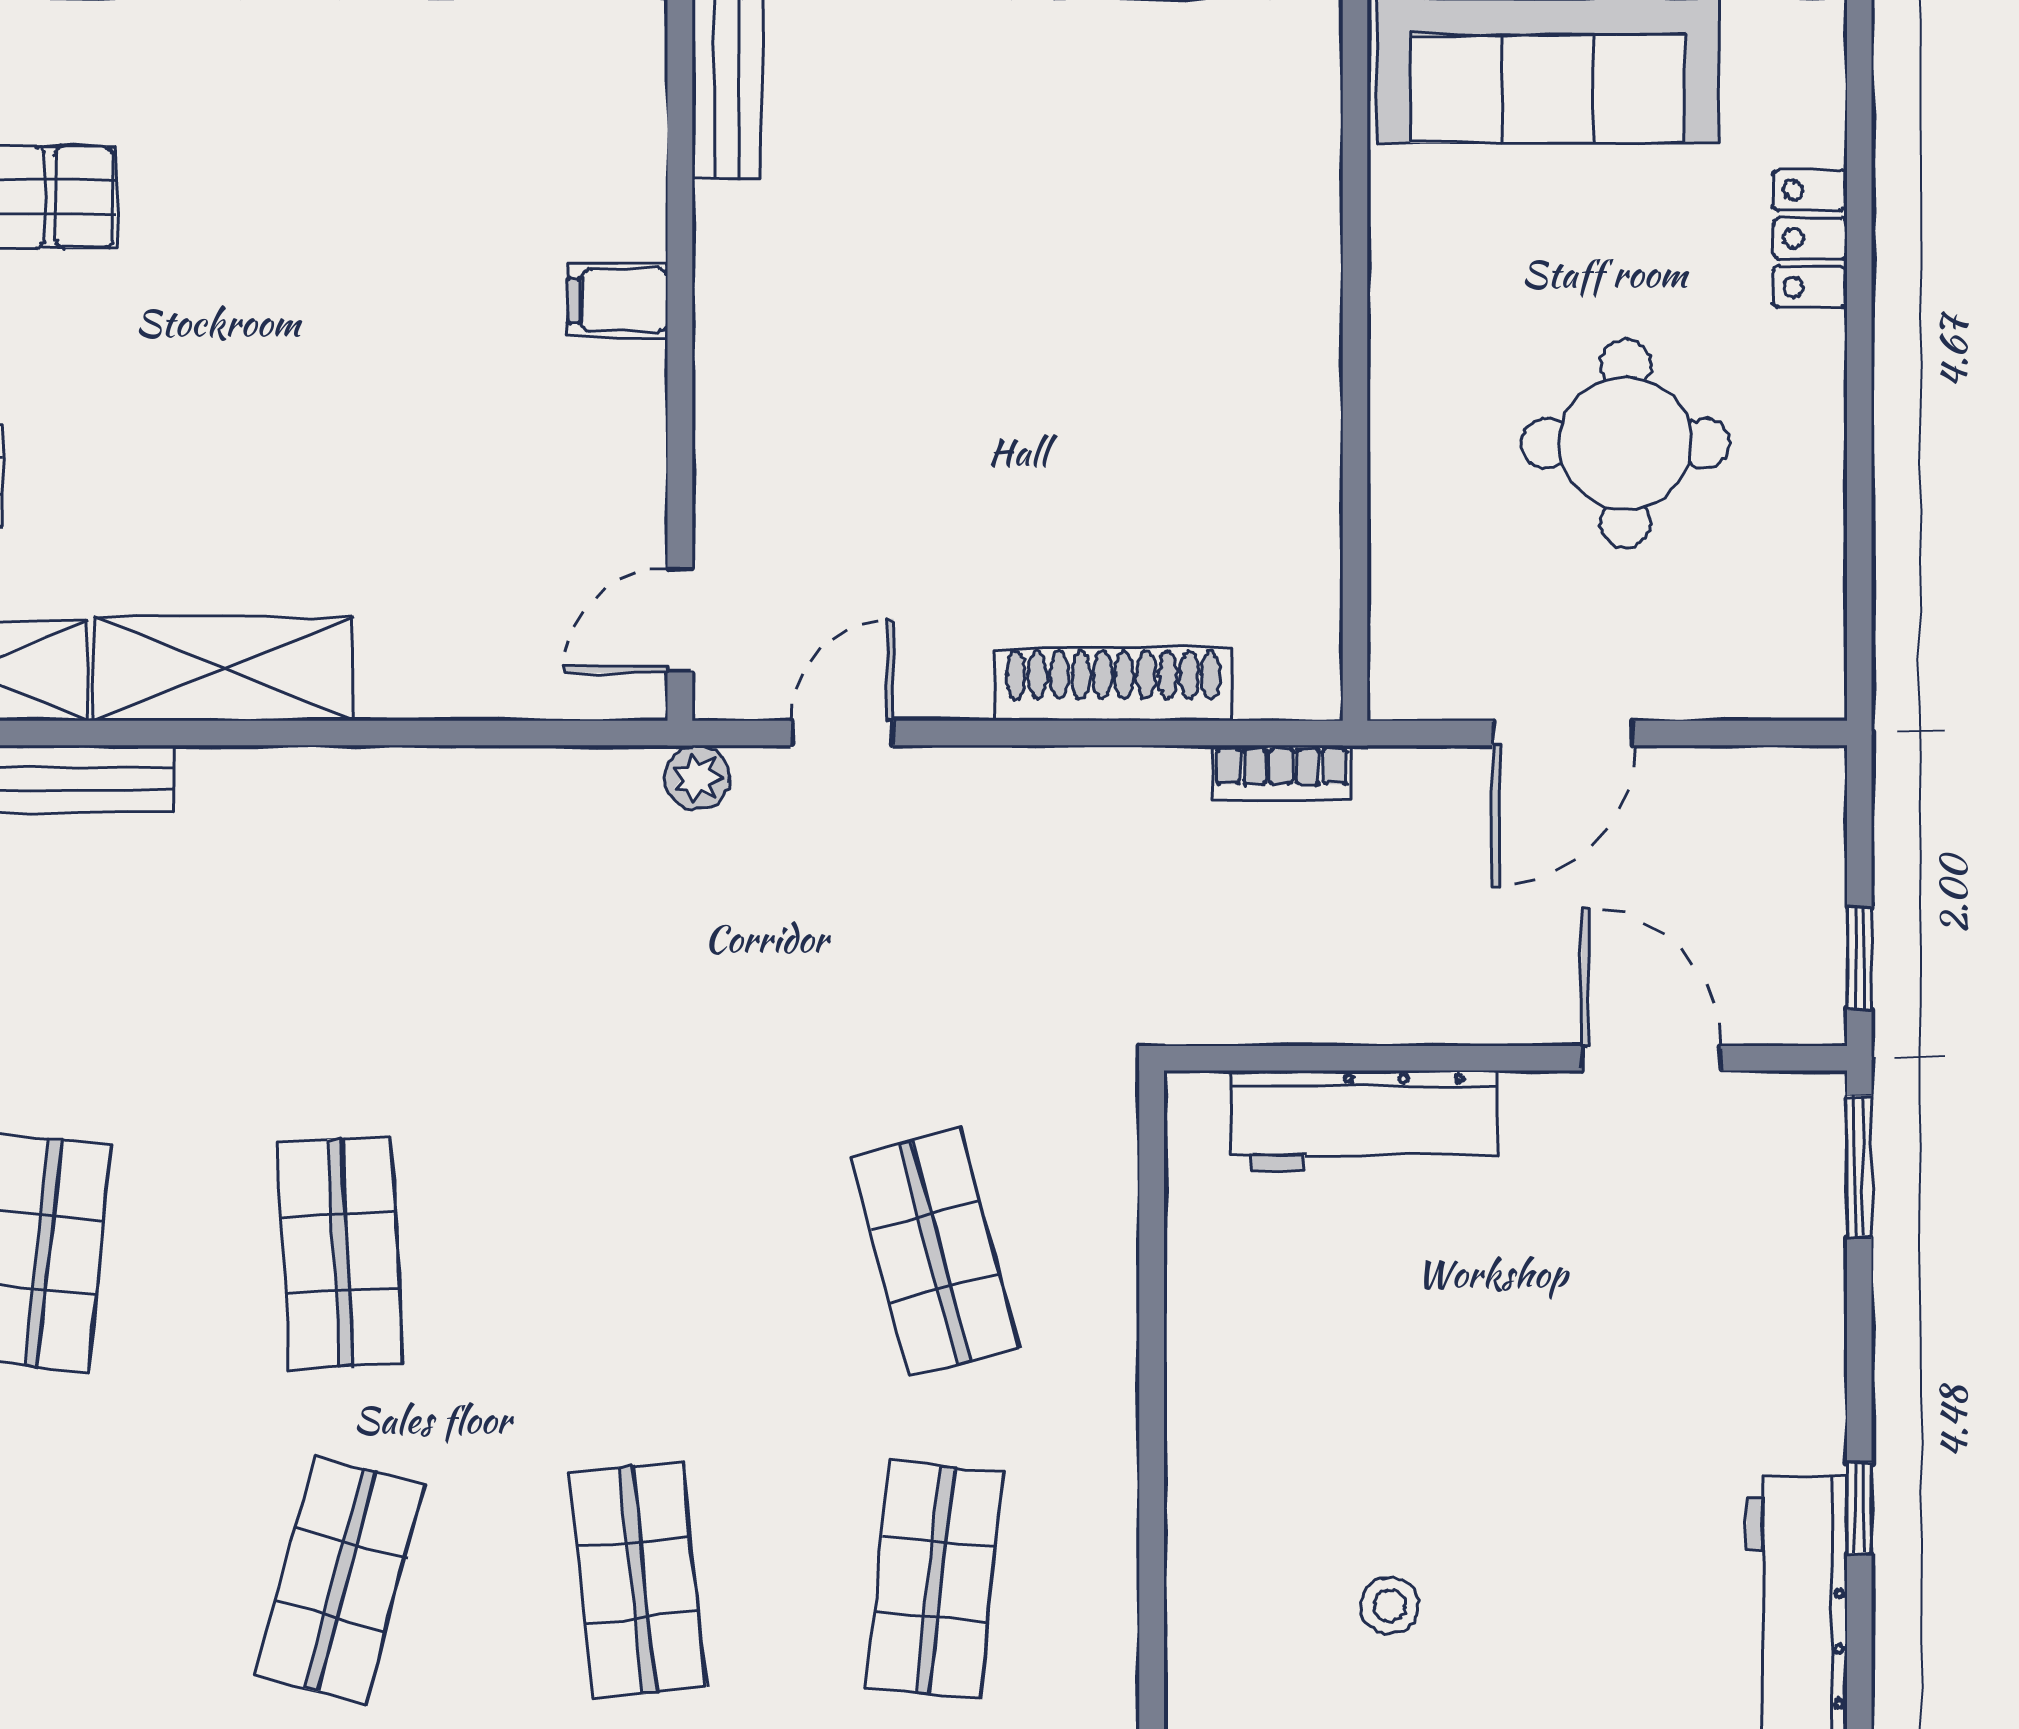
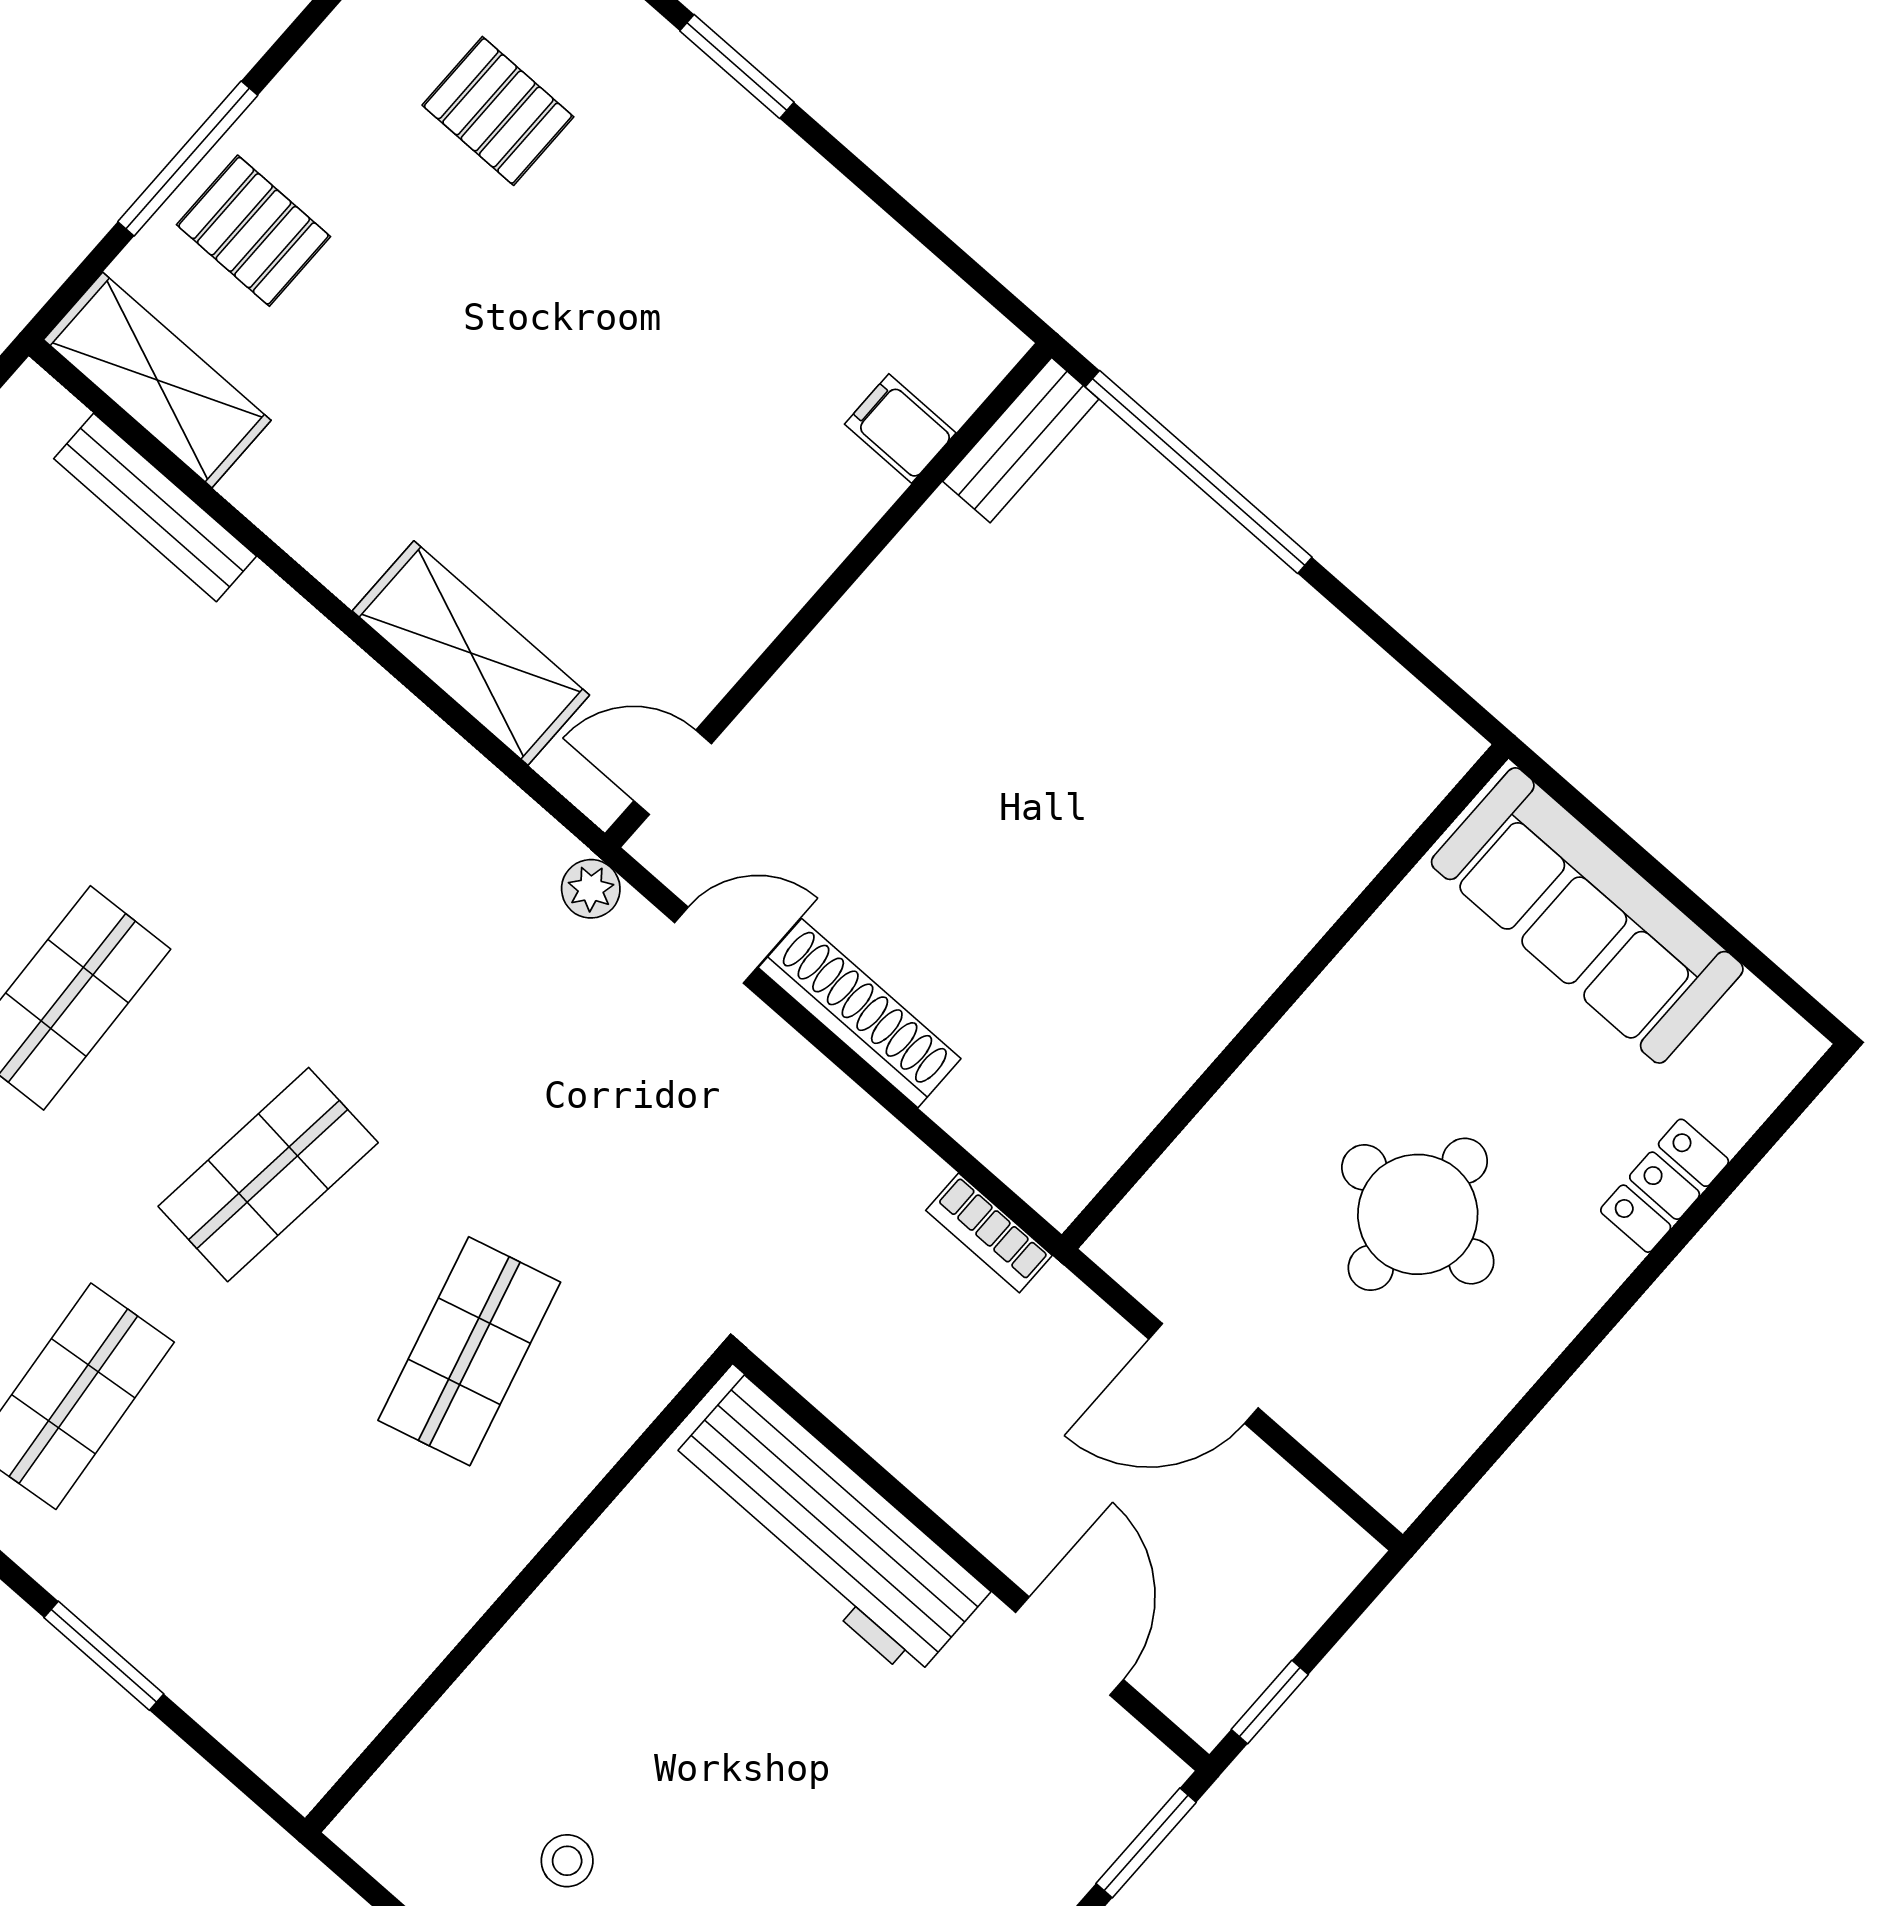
filing cabinet: (618, 300) -> (900, 428), moved
shelving: (224, 669) -> (471, 653), moved
shoe rack: (1113, 684) -> (860, 1013), moved
workbench: (1364, 1121) -> (828, 1528), width x1.36, depth x1.32
shop shelf: (935, 1580) -> (268, 1175), moved

